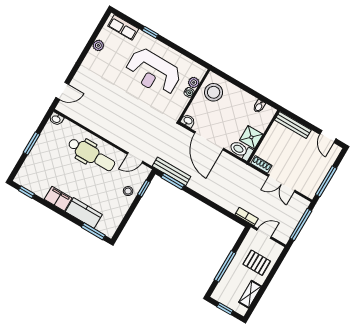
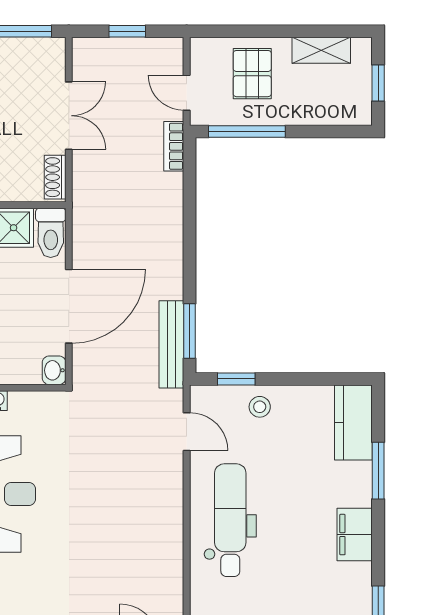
kitchen counter: (84, 213) -> (353, 422), moved
window: (301, 225) -> (127, 31), width x0.46
window: (93, 231) -> (378, 471), moved
window: (225, 266) -> (247, 131), moved

